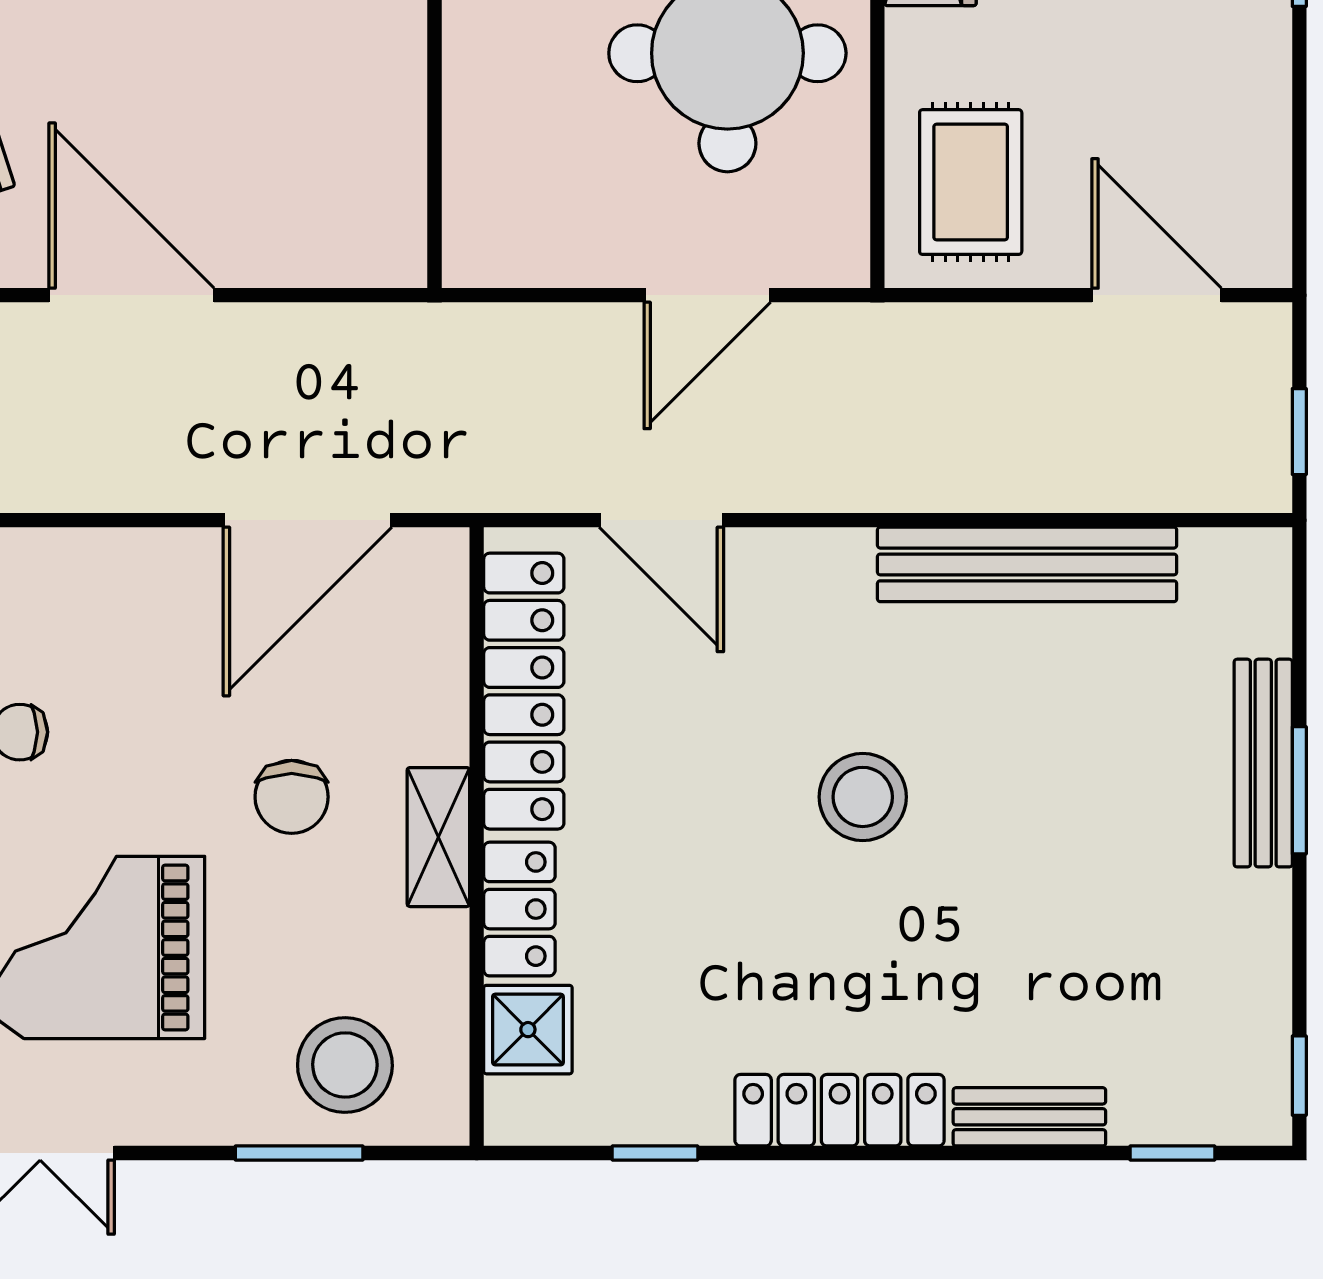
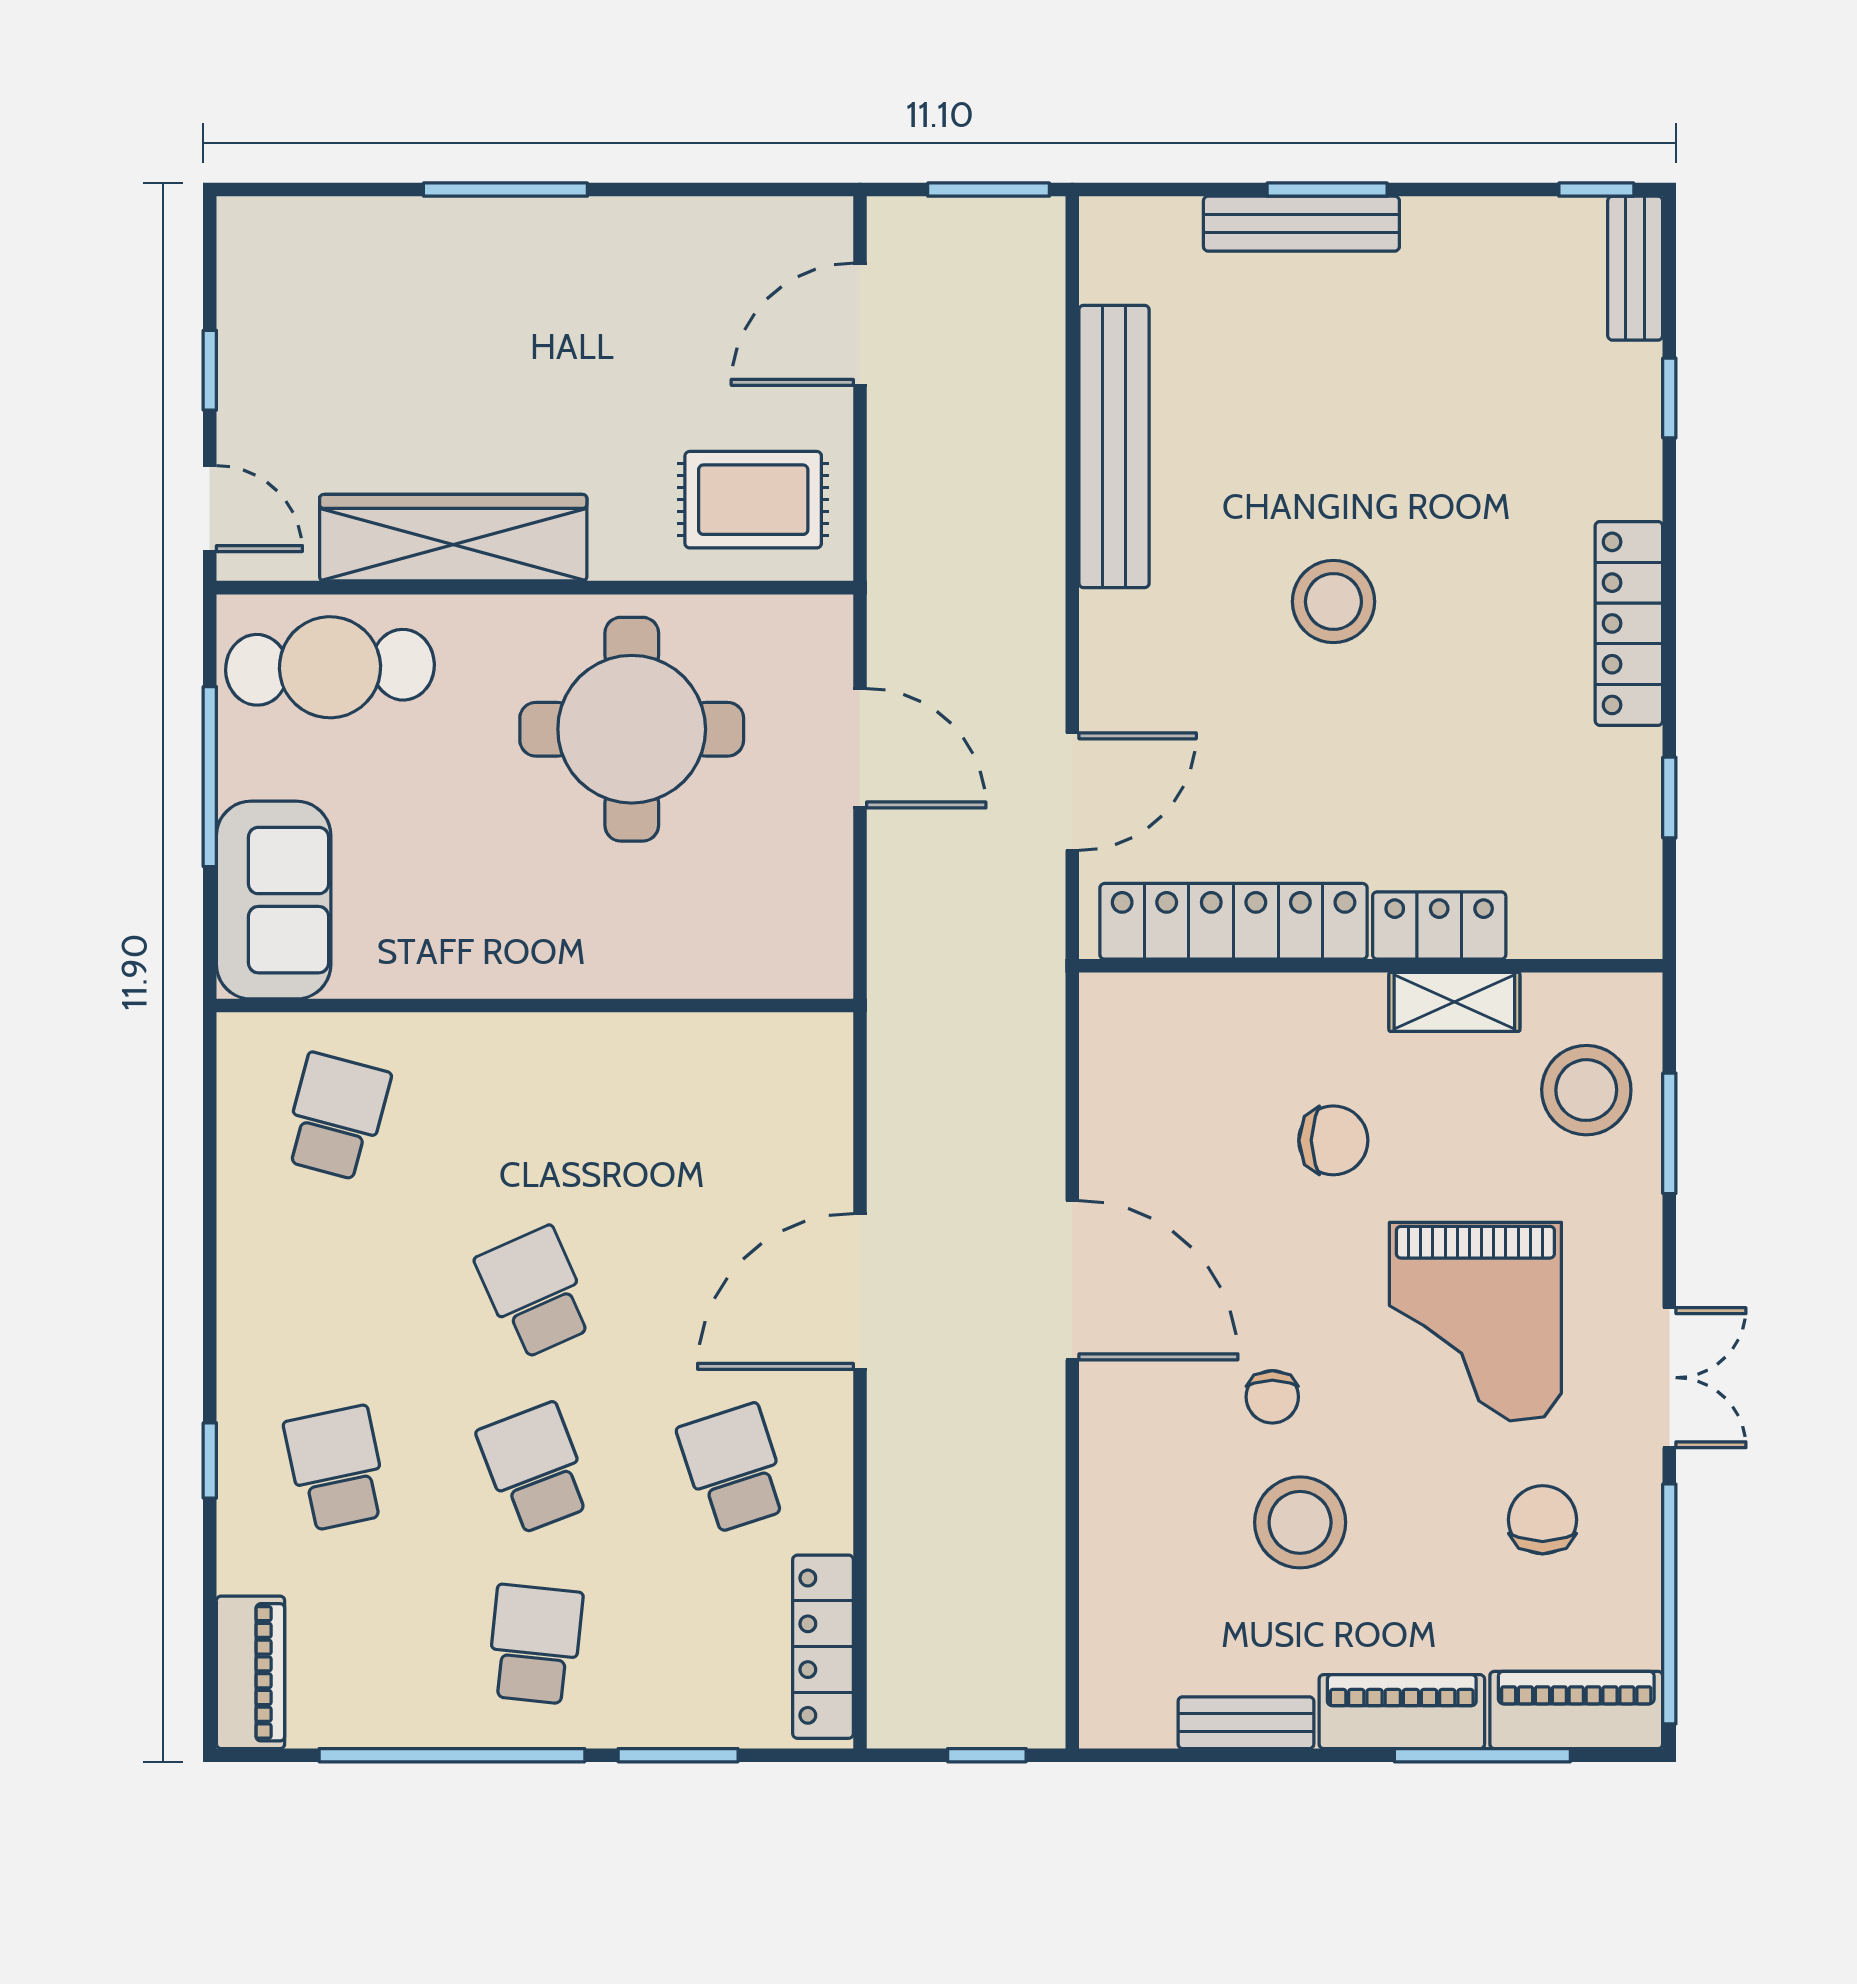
window: (1299, 432) -> (989, 190), width x1.50
door: (308, 520) -> (1072, 1280), moved
shelving: (438, 837) -> (1454, 1002), moved
shower: (528, 1030) -> (1553, 917), removed
bench: (1029, 1117) -> (1635, 268), moved
window: (1172, 1153) -> (1669, 398), moved

